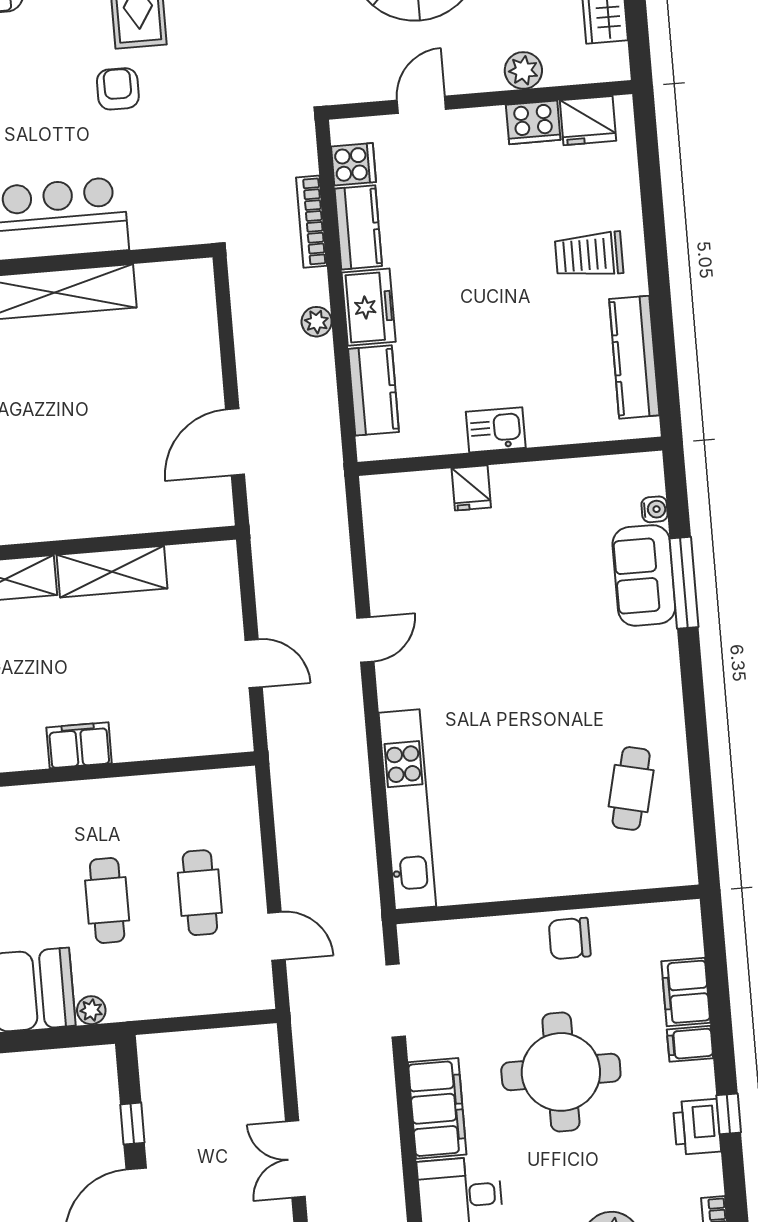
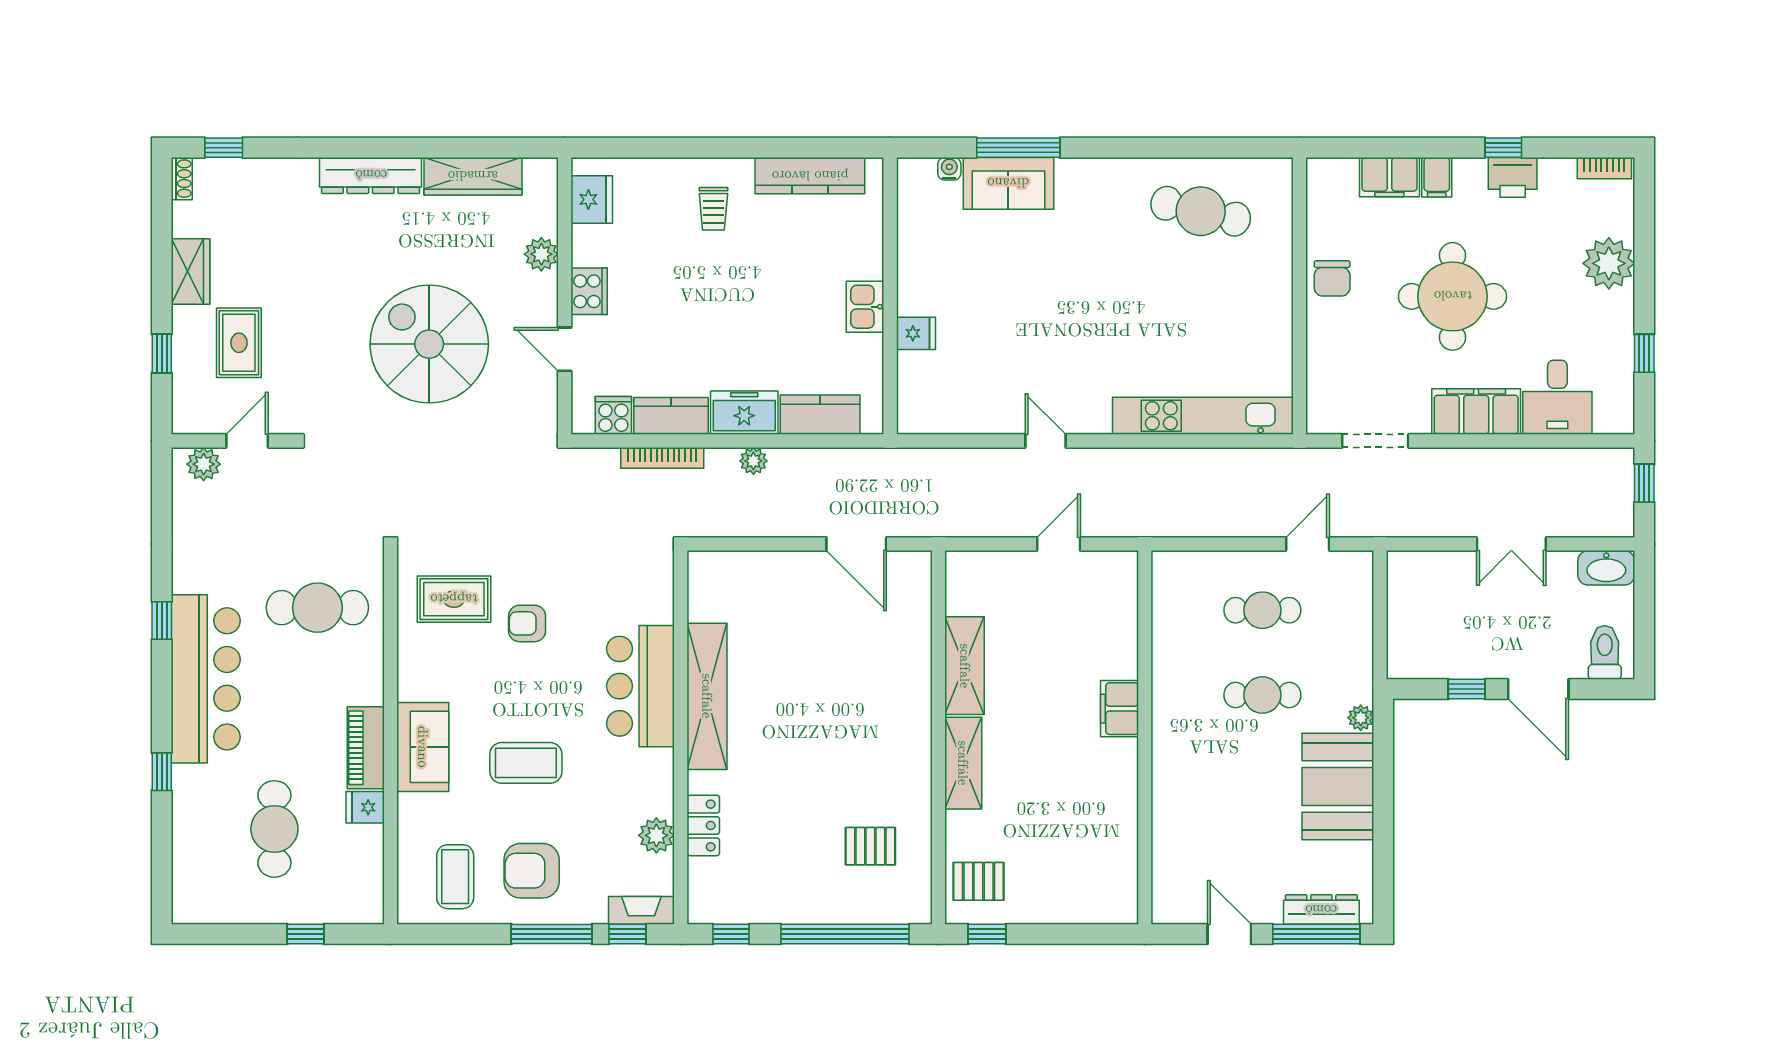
cooker: (533, 122) -> (589, 291), moved
trolley: (589, 255) -> (713, 209), width x0.73, depth x0.72
cafe table: (631, 788) -> (1201, 211), width x1.37, depth x1.35

